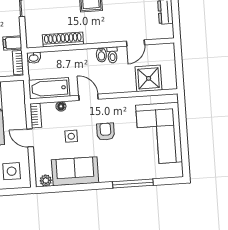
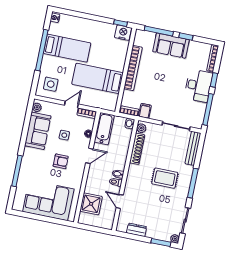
plant: (35, 41) -> (141, 128), added

